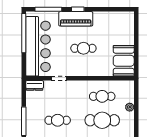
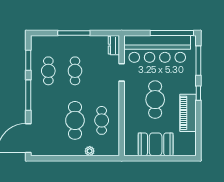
piano: (76, 19) -> (188, 113), moved
cafe table: (83, 48) -> (155, 100), width x1.37, depth x1.35
booth: (124, 61) -> (156, 144), moved

